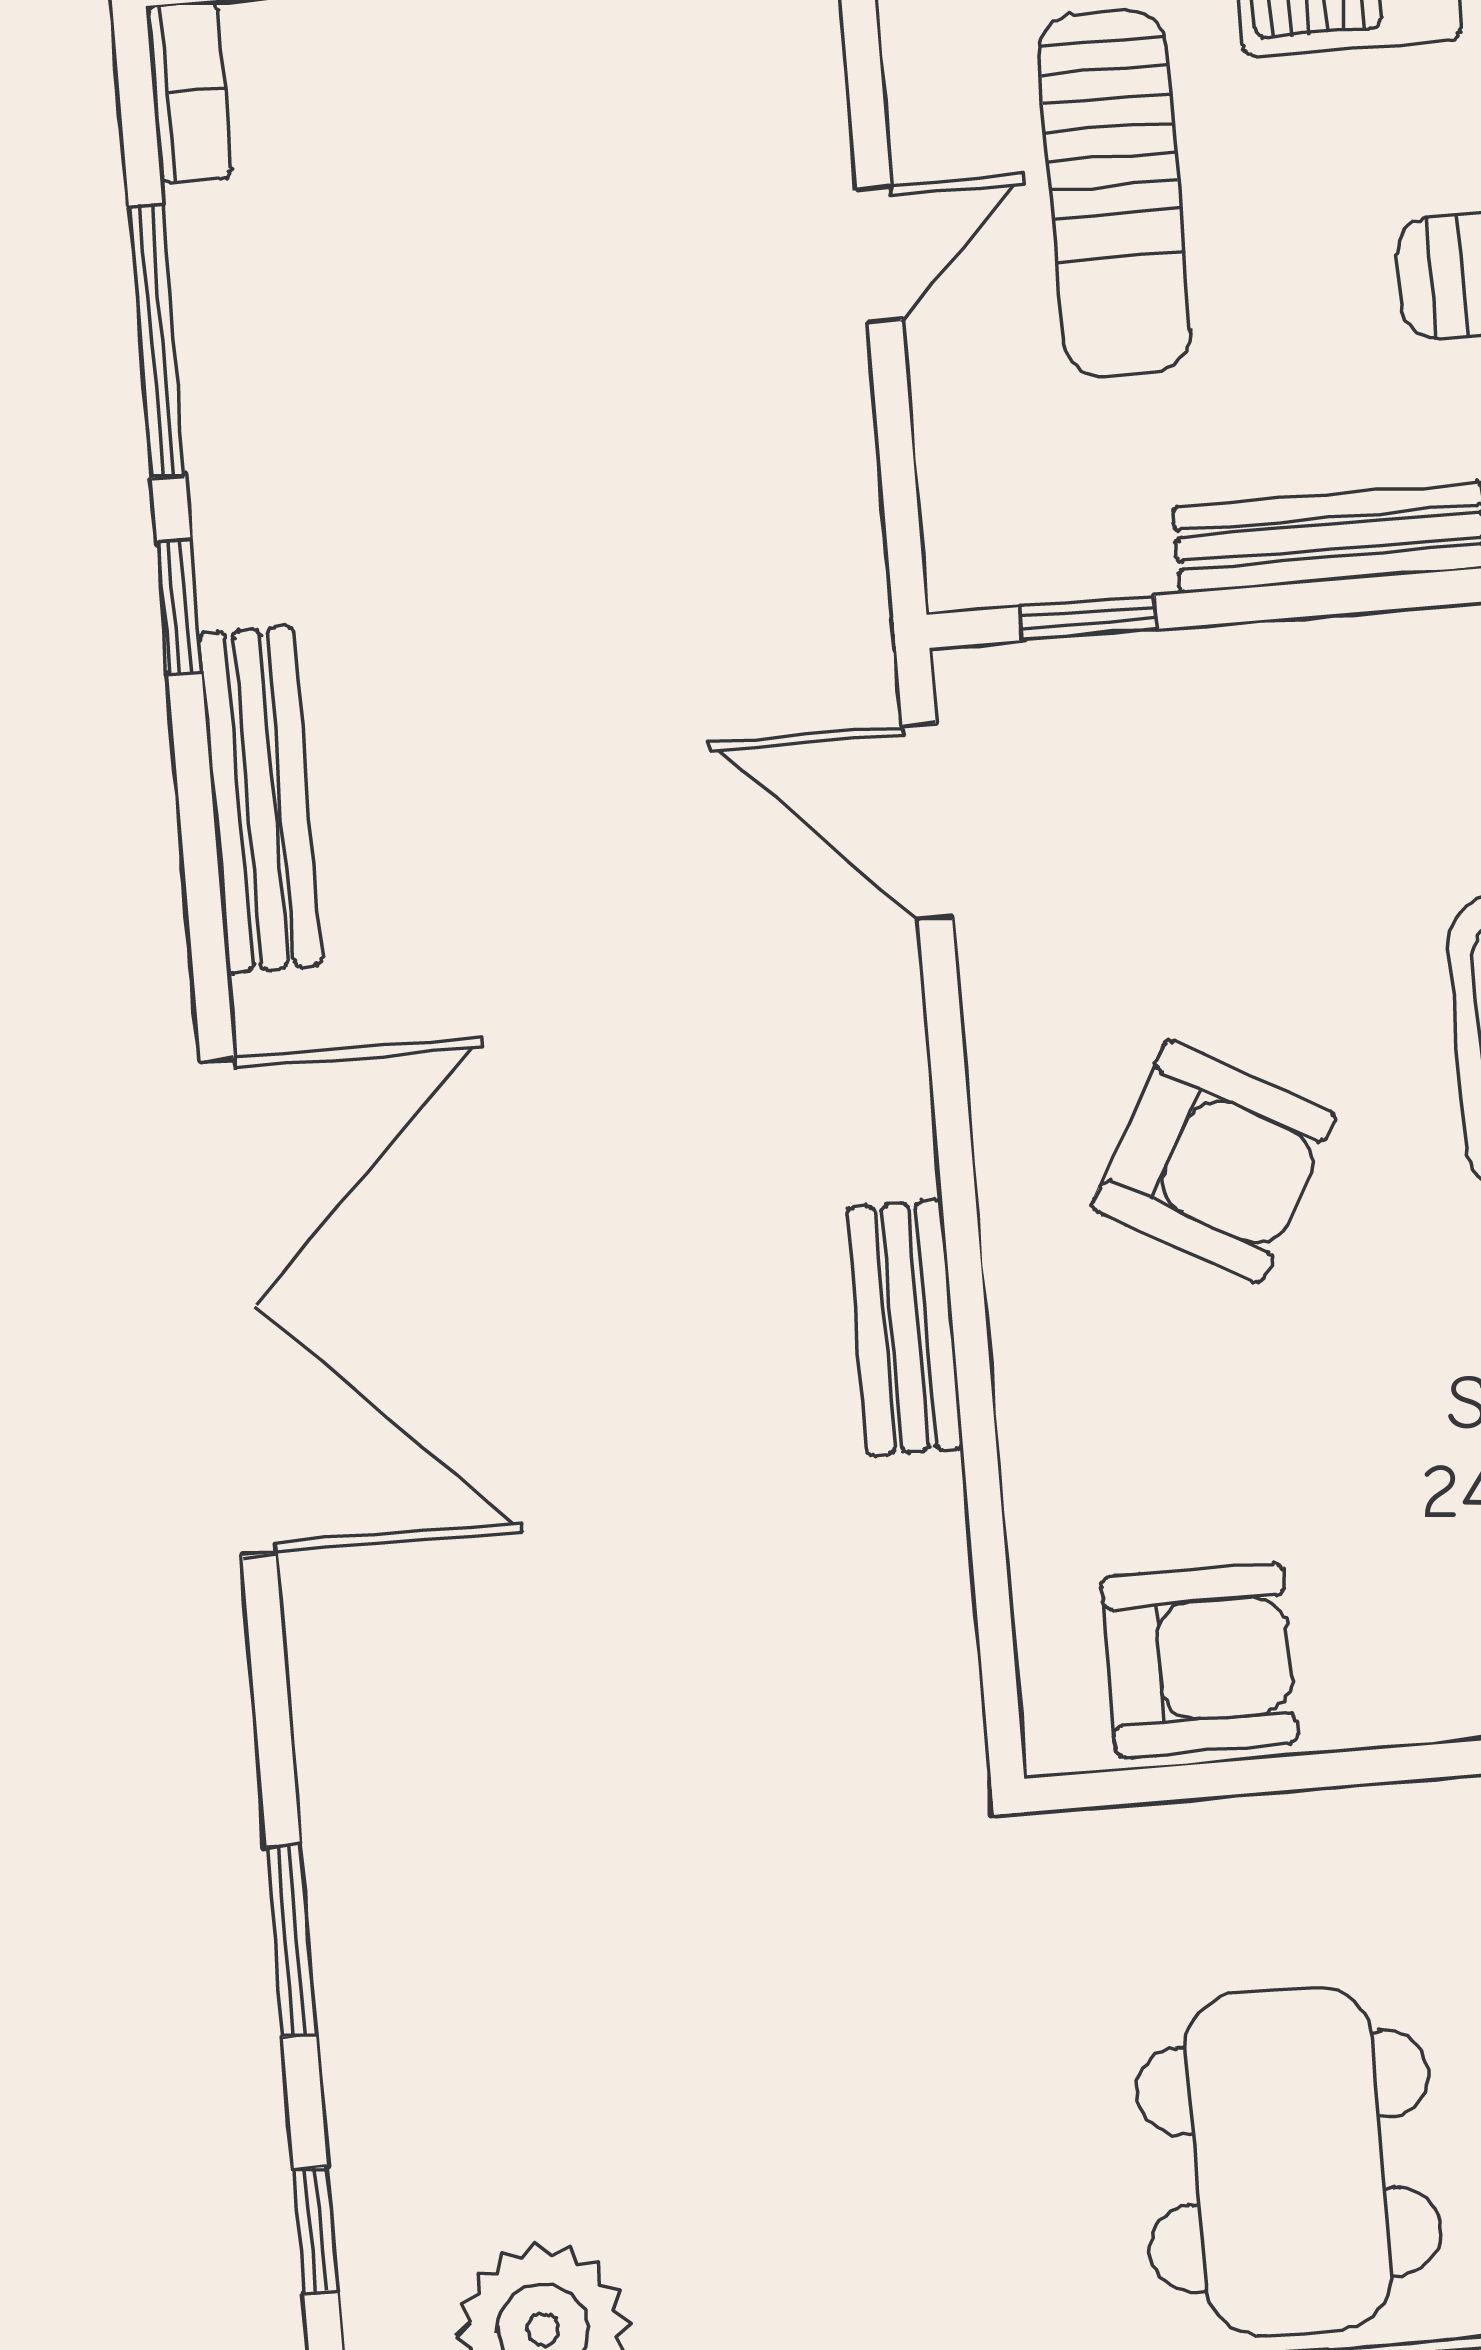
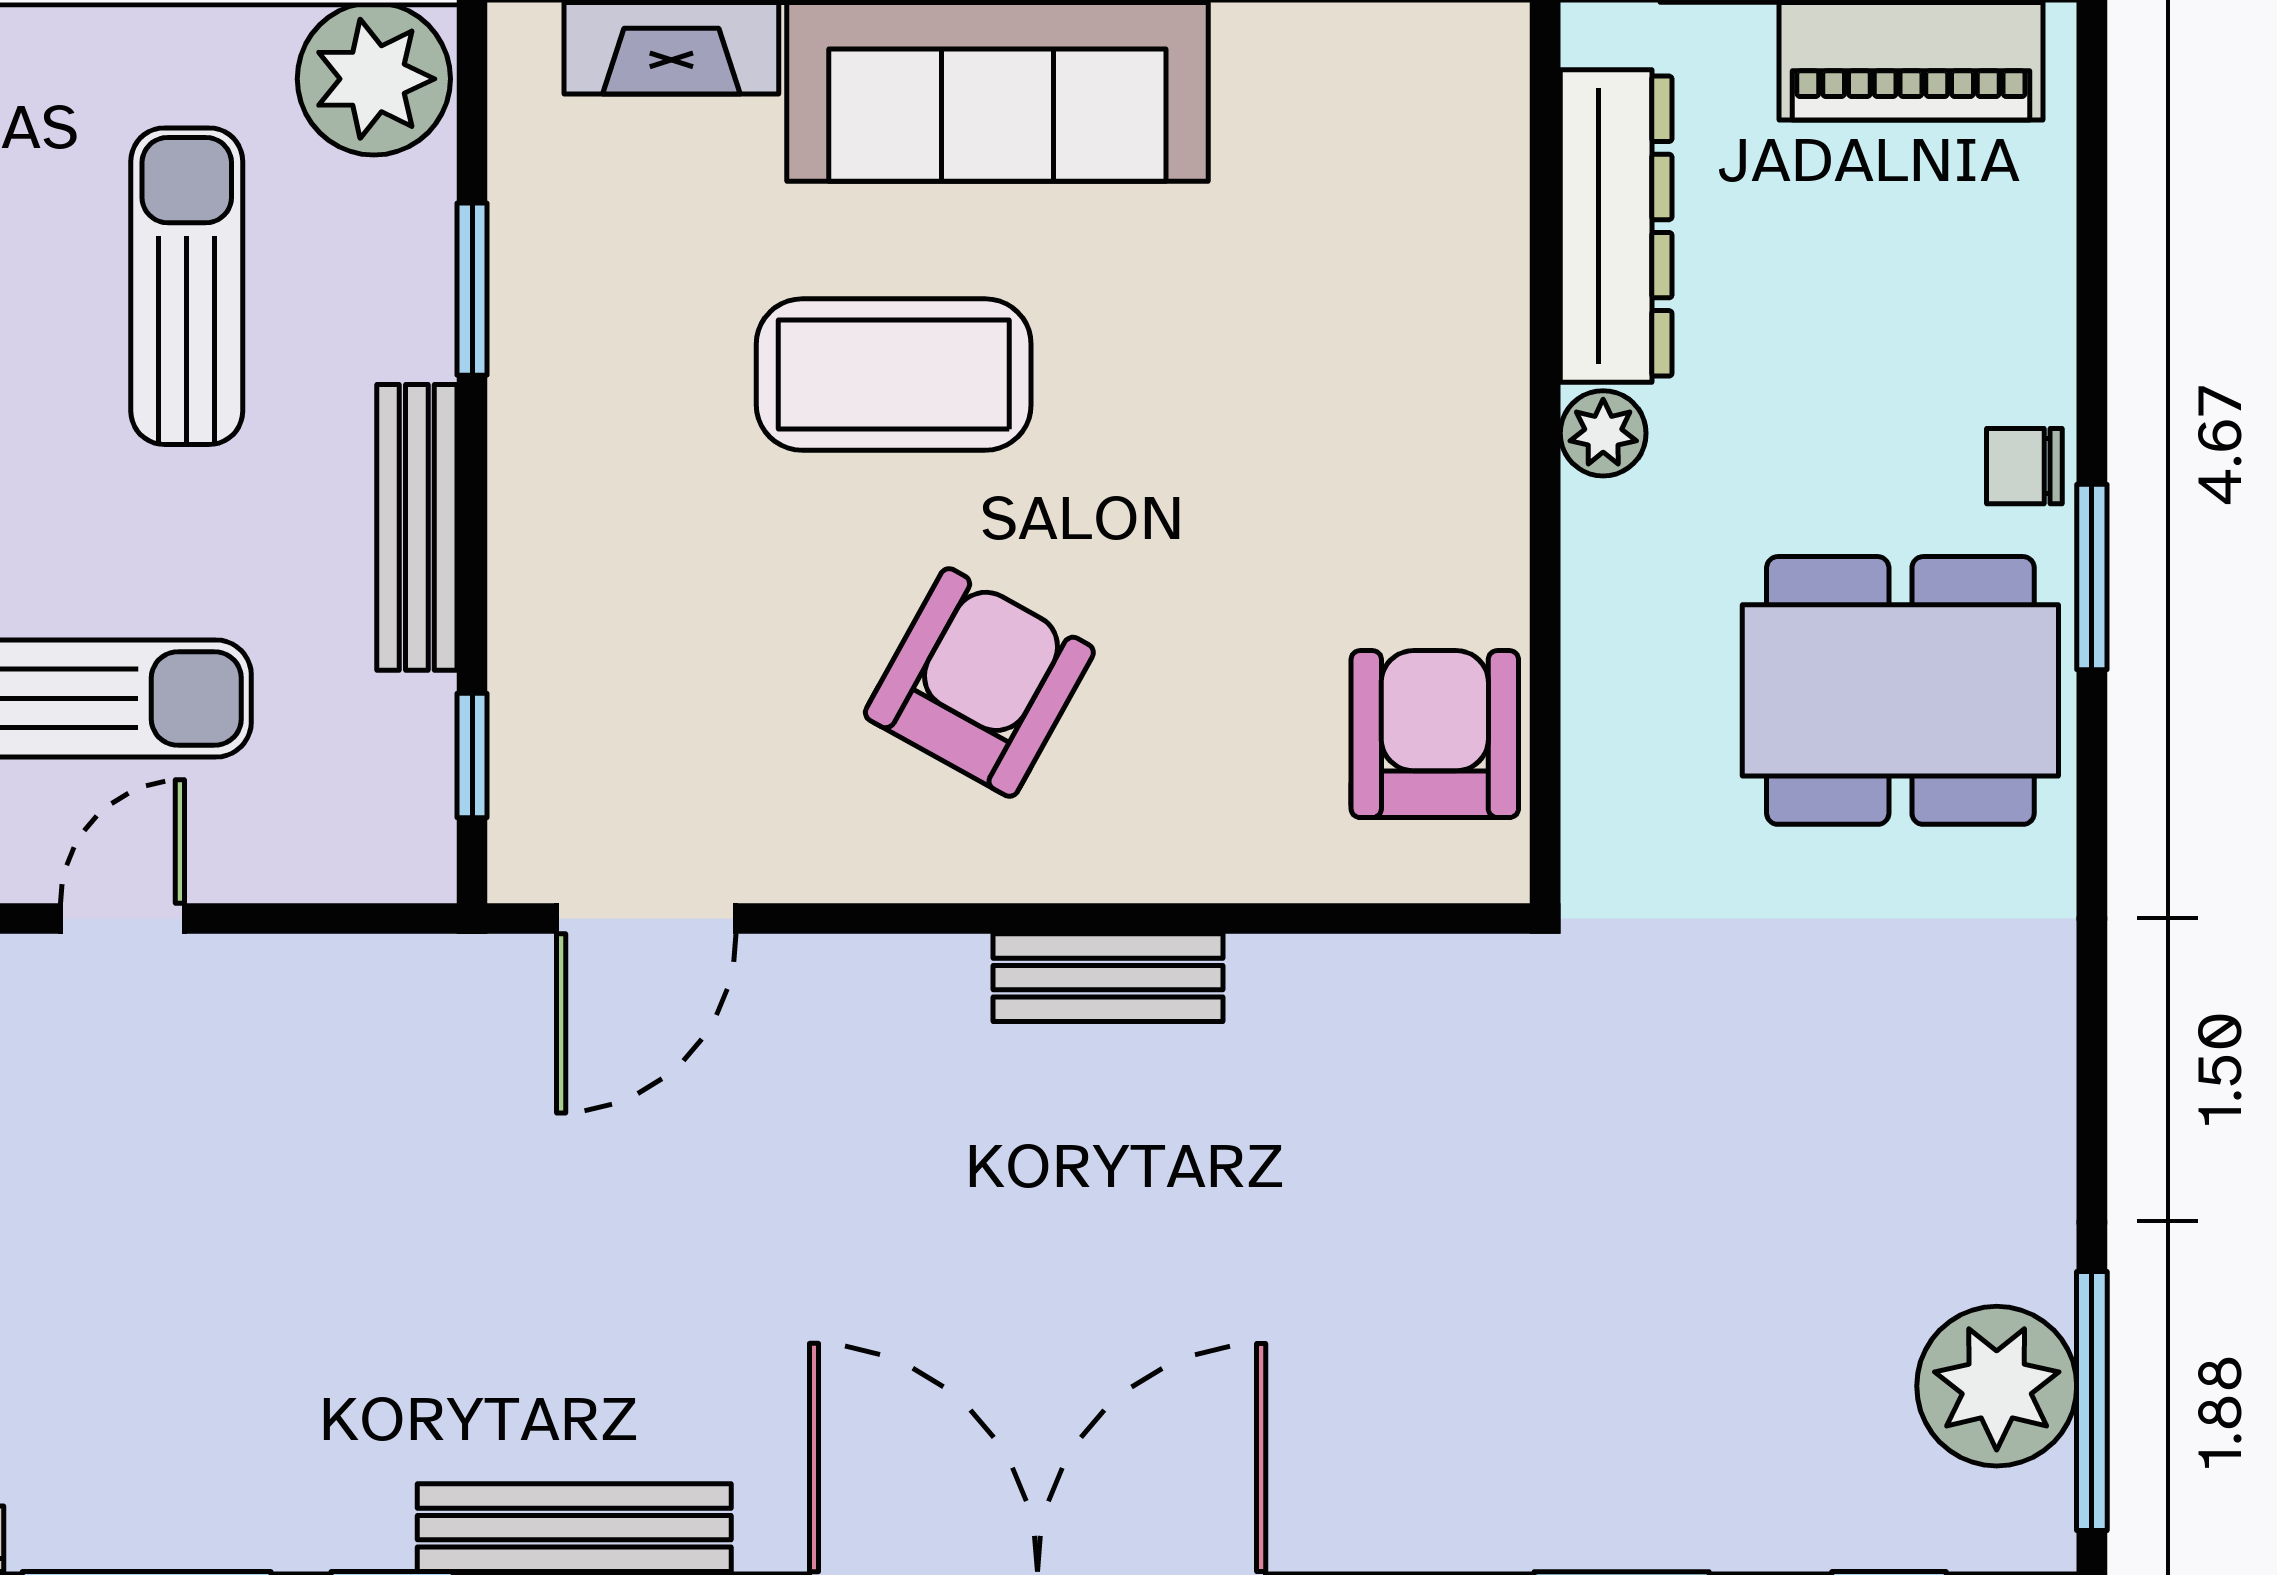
door: (880, 254) -> (123, 919), hinge flipped

